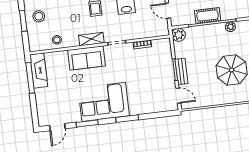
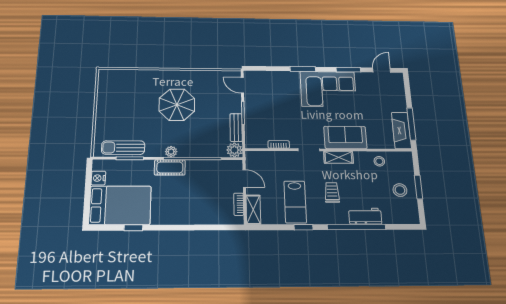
cot: (208, 15) -> (170, 167), moved
bench: (181, 71) -> (236, 128), moved

